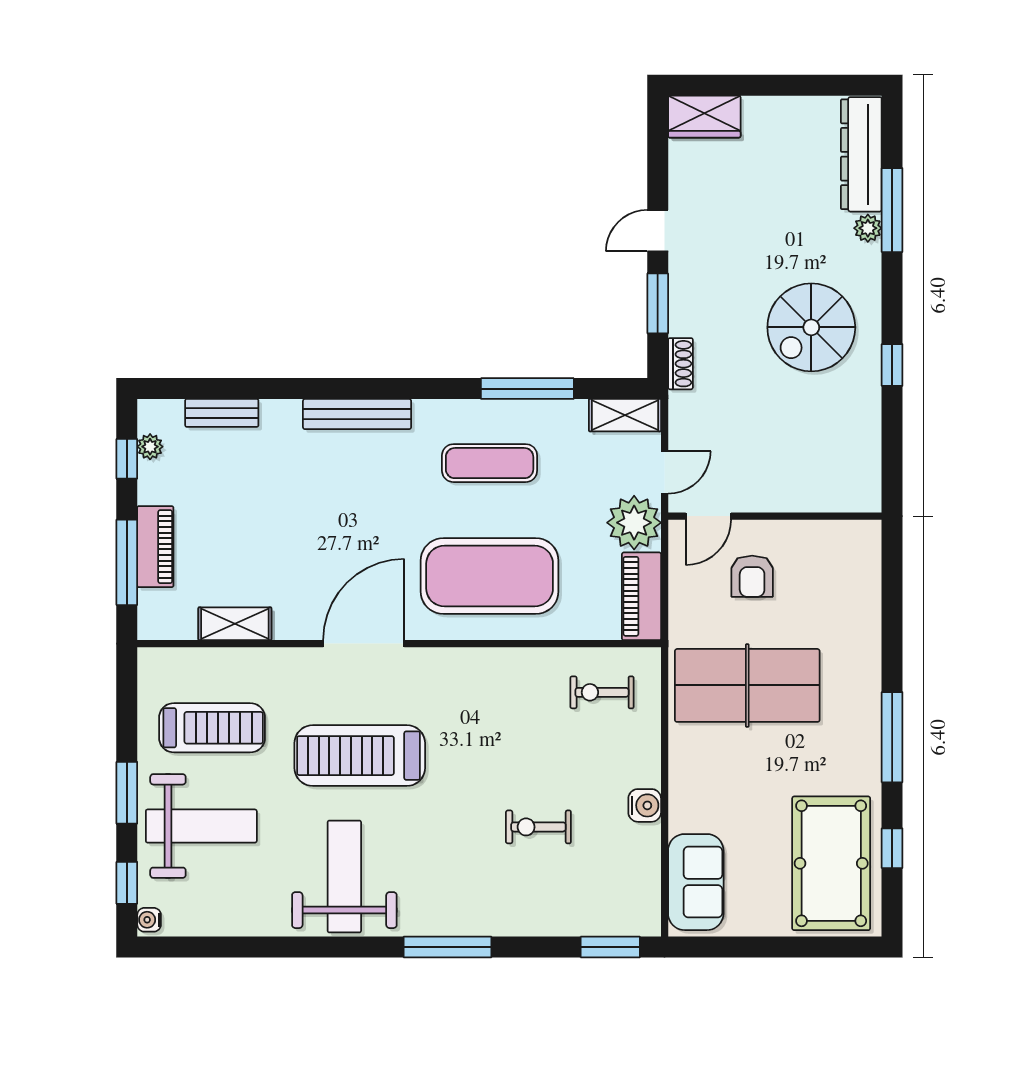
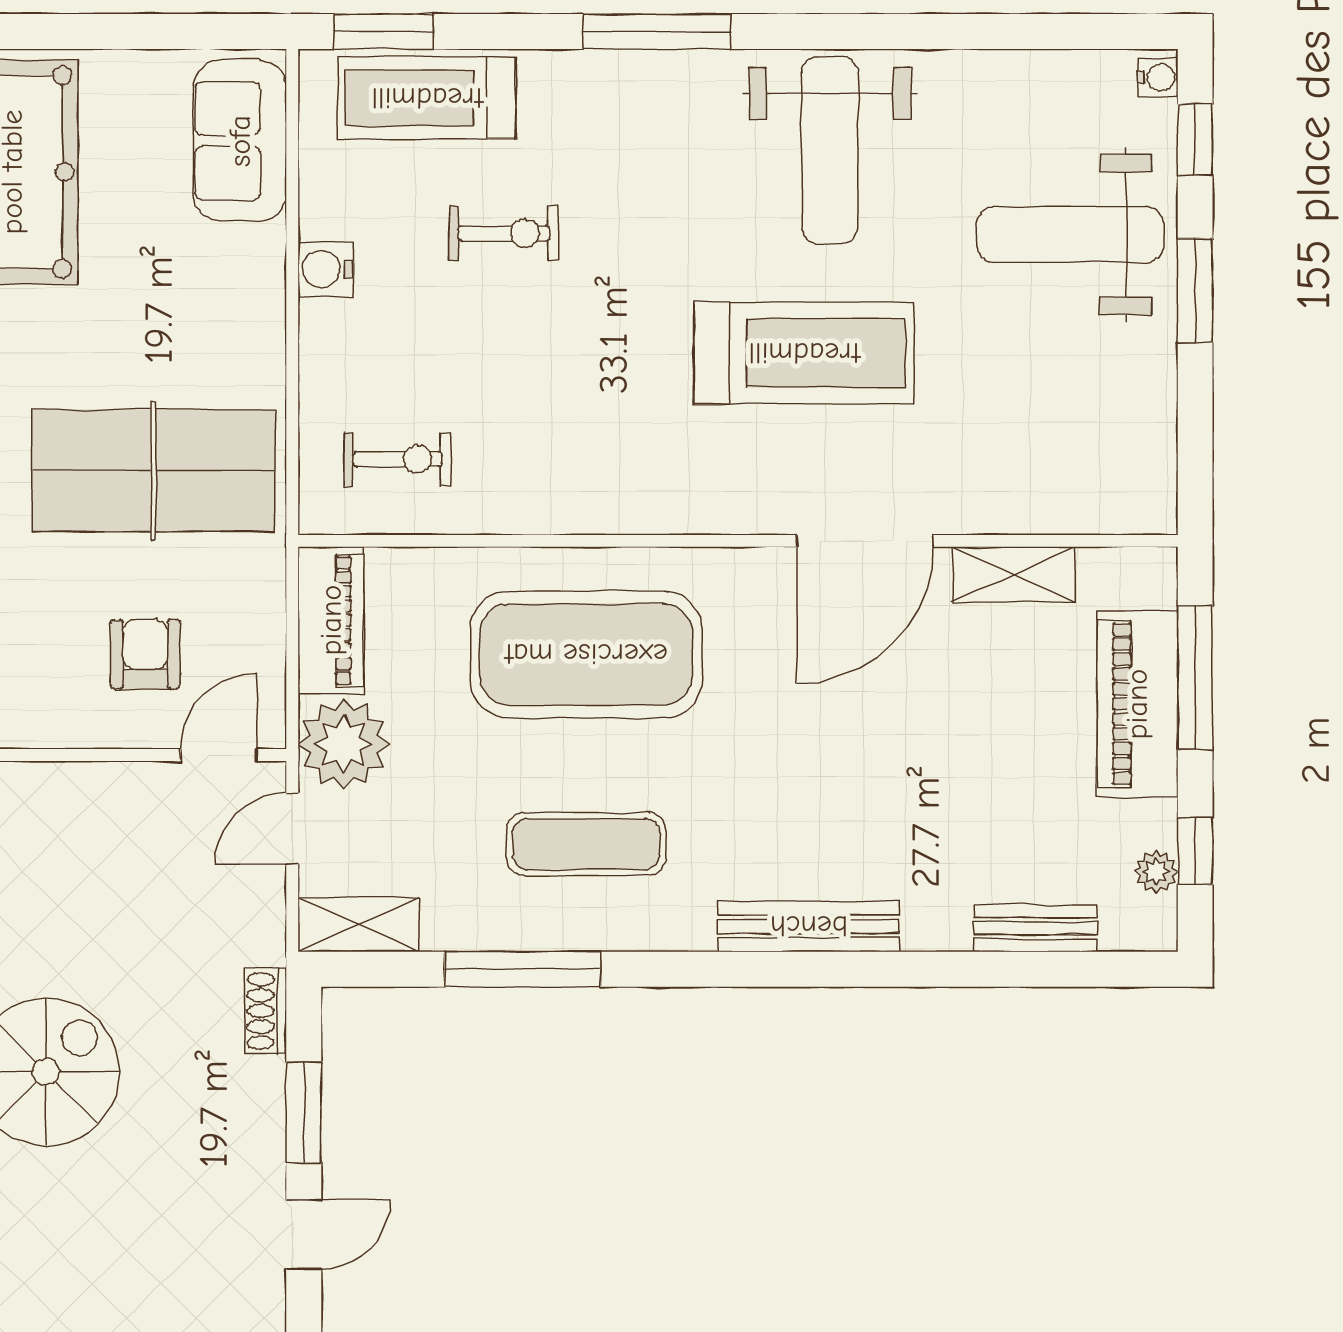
piano: (155, 547) -> (1137, 704), width x1.37, depth x1.33
door: (364, 644) -> (865, 541), moved
treadmill: (212, 728) -> (427, 98), moved

